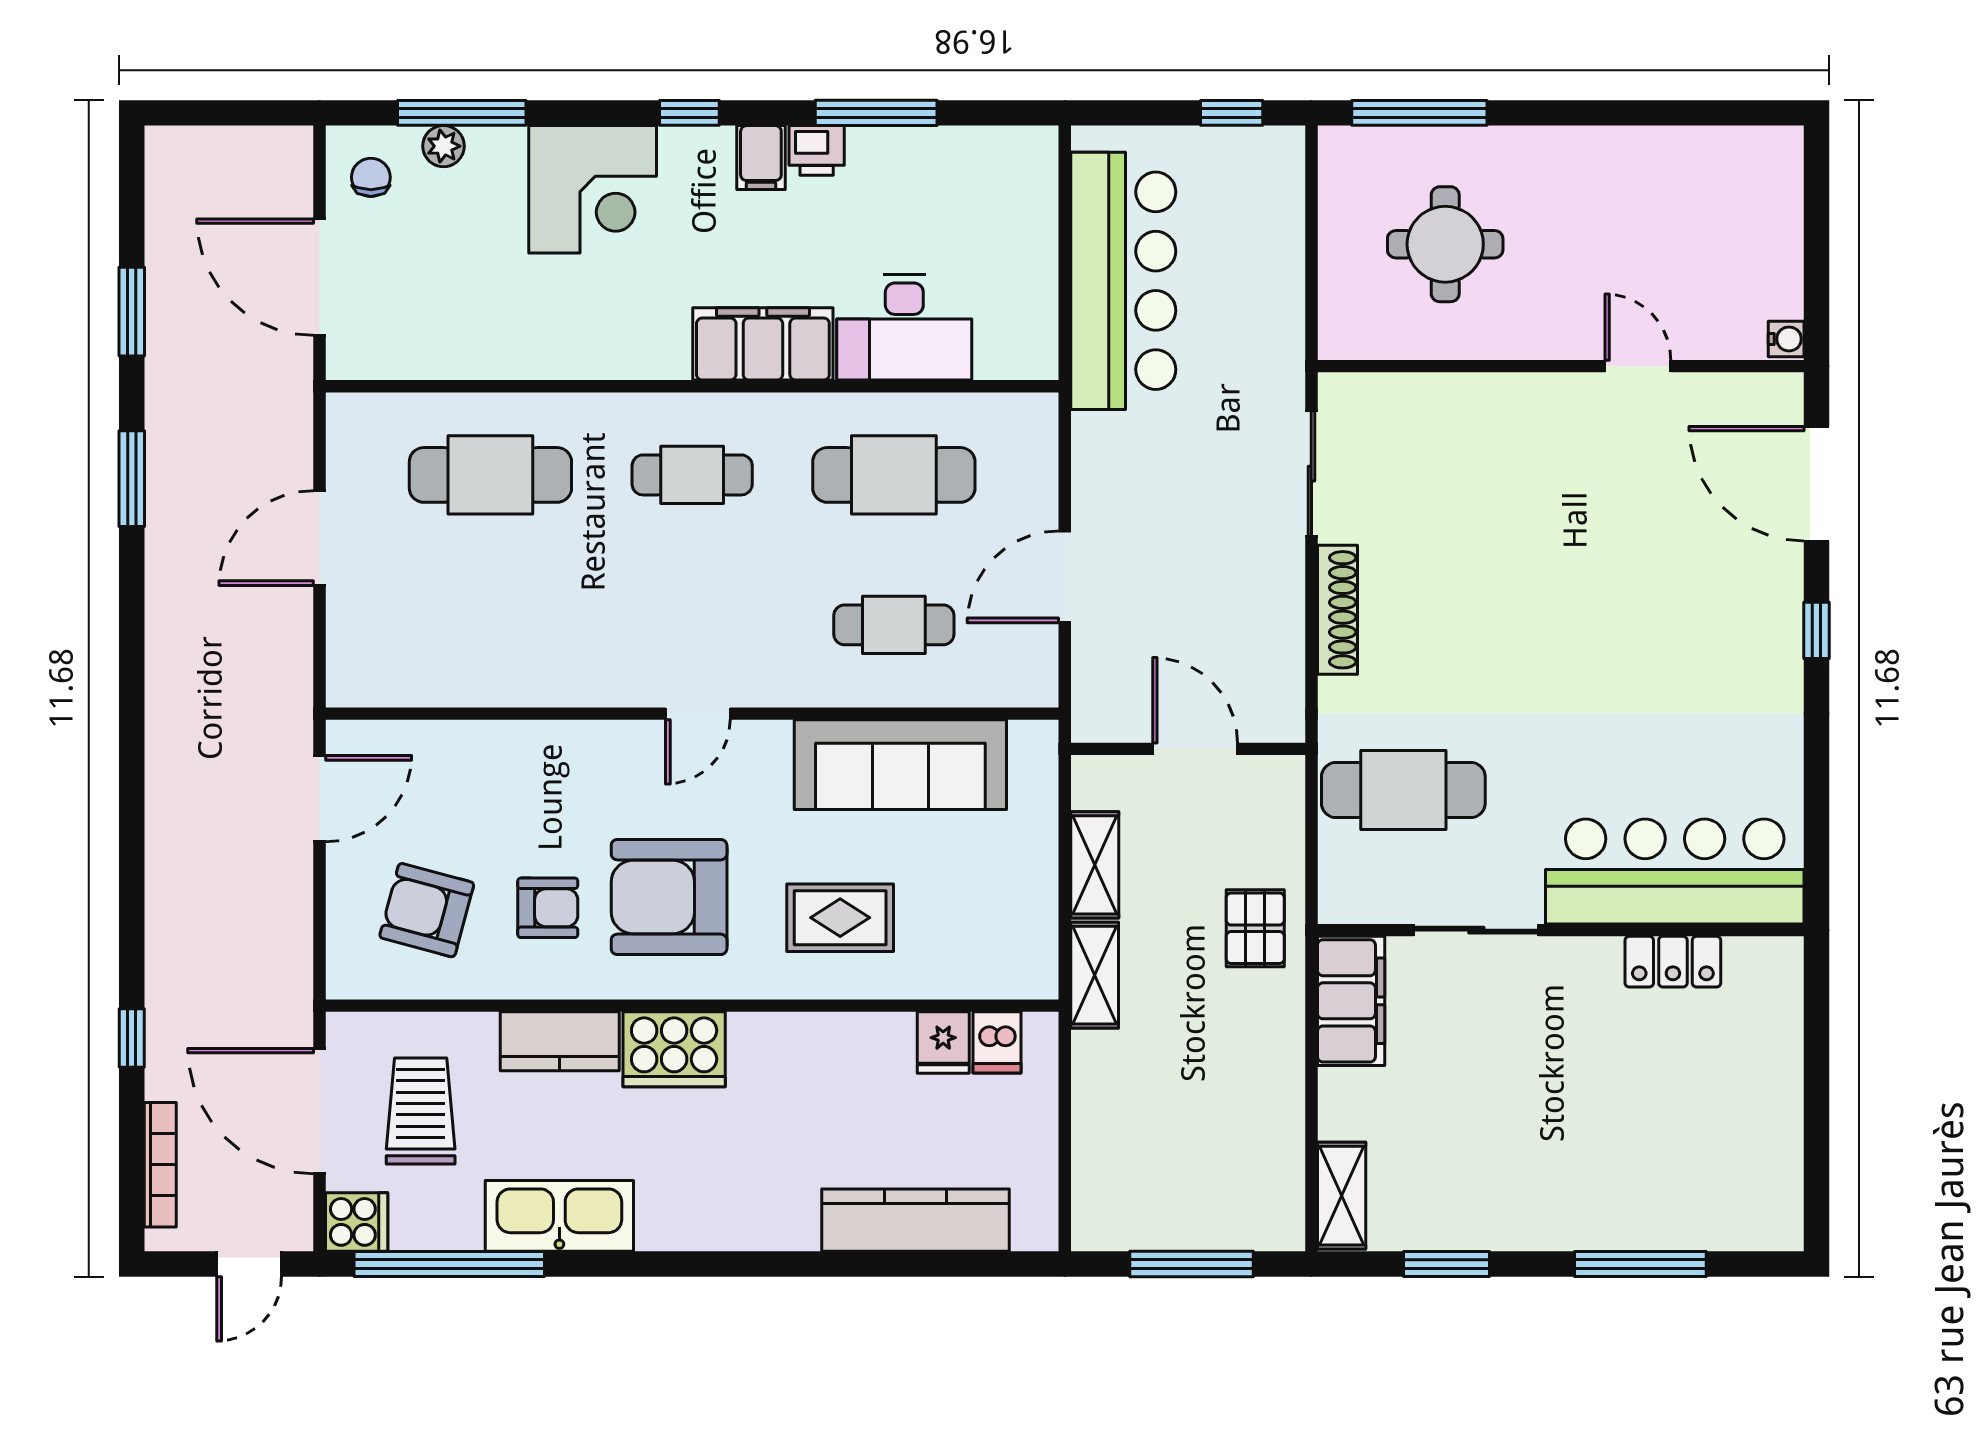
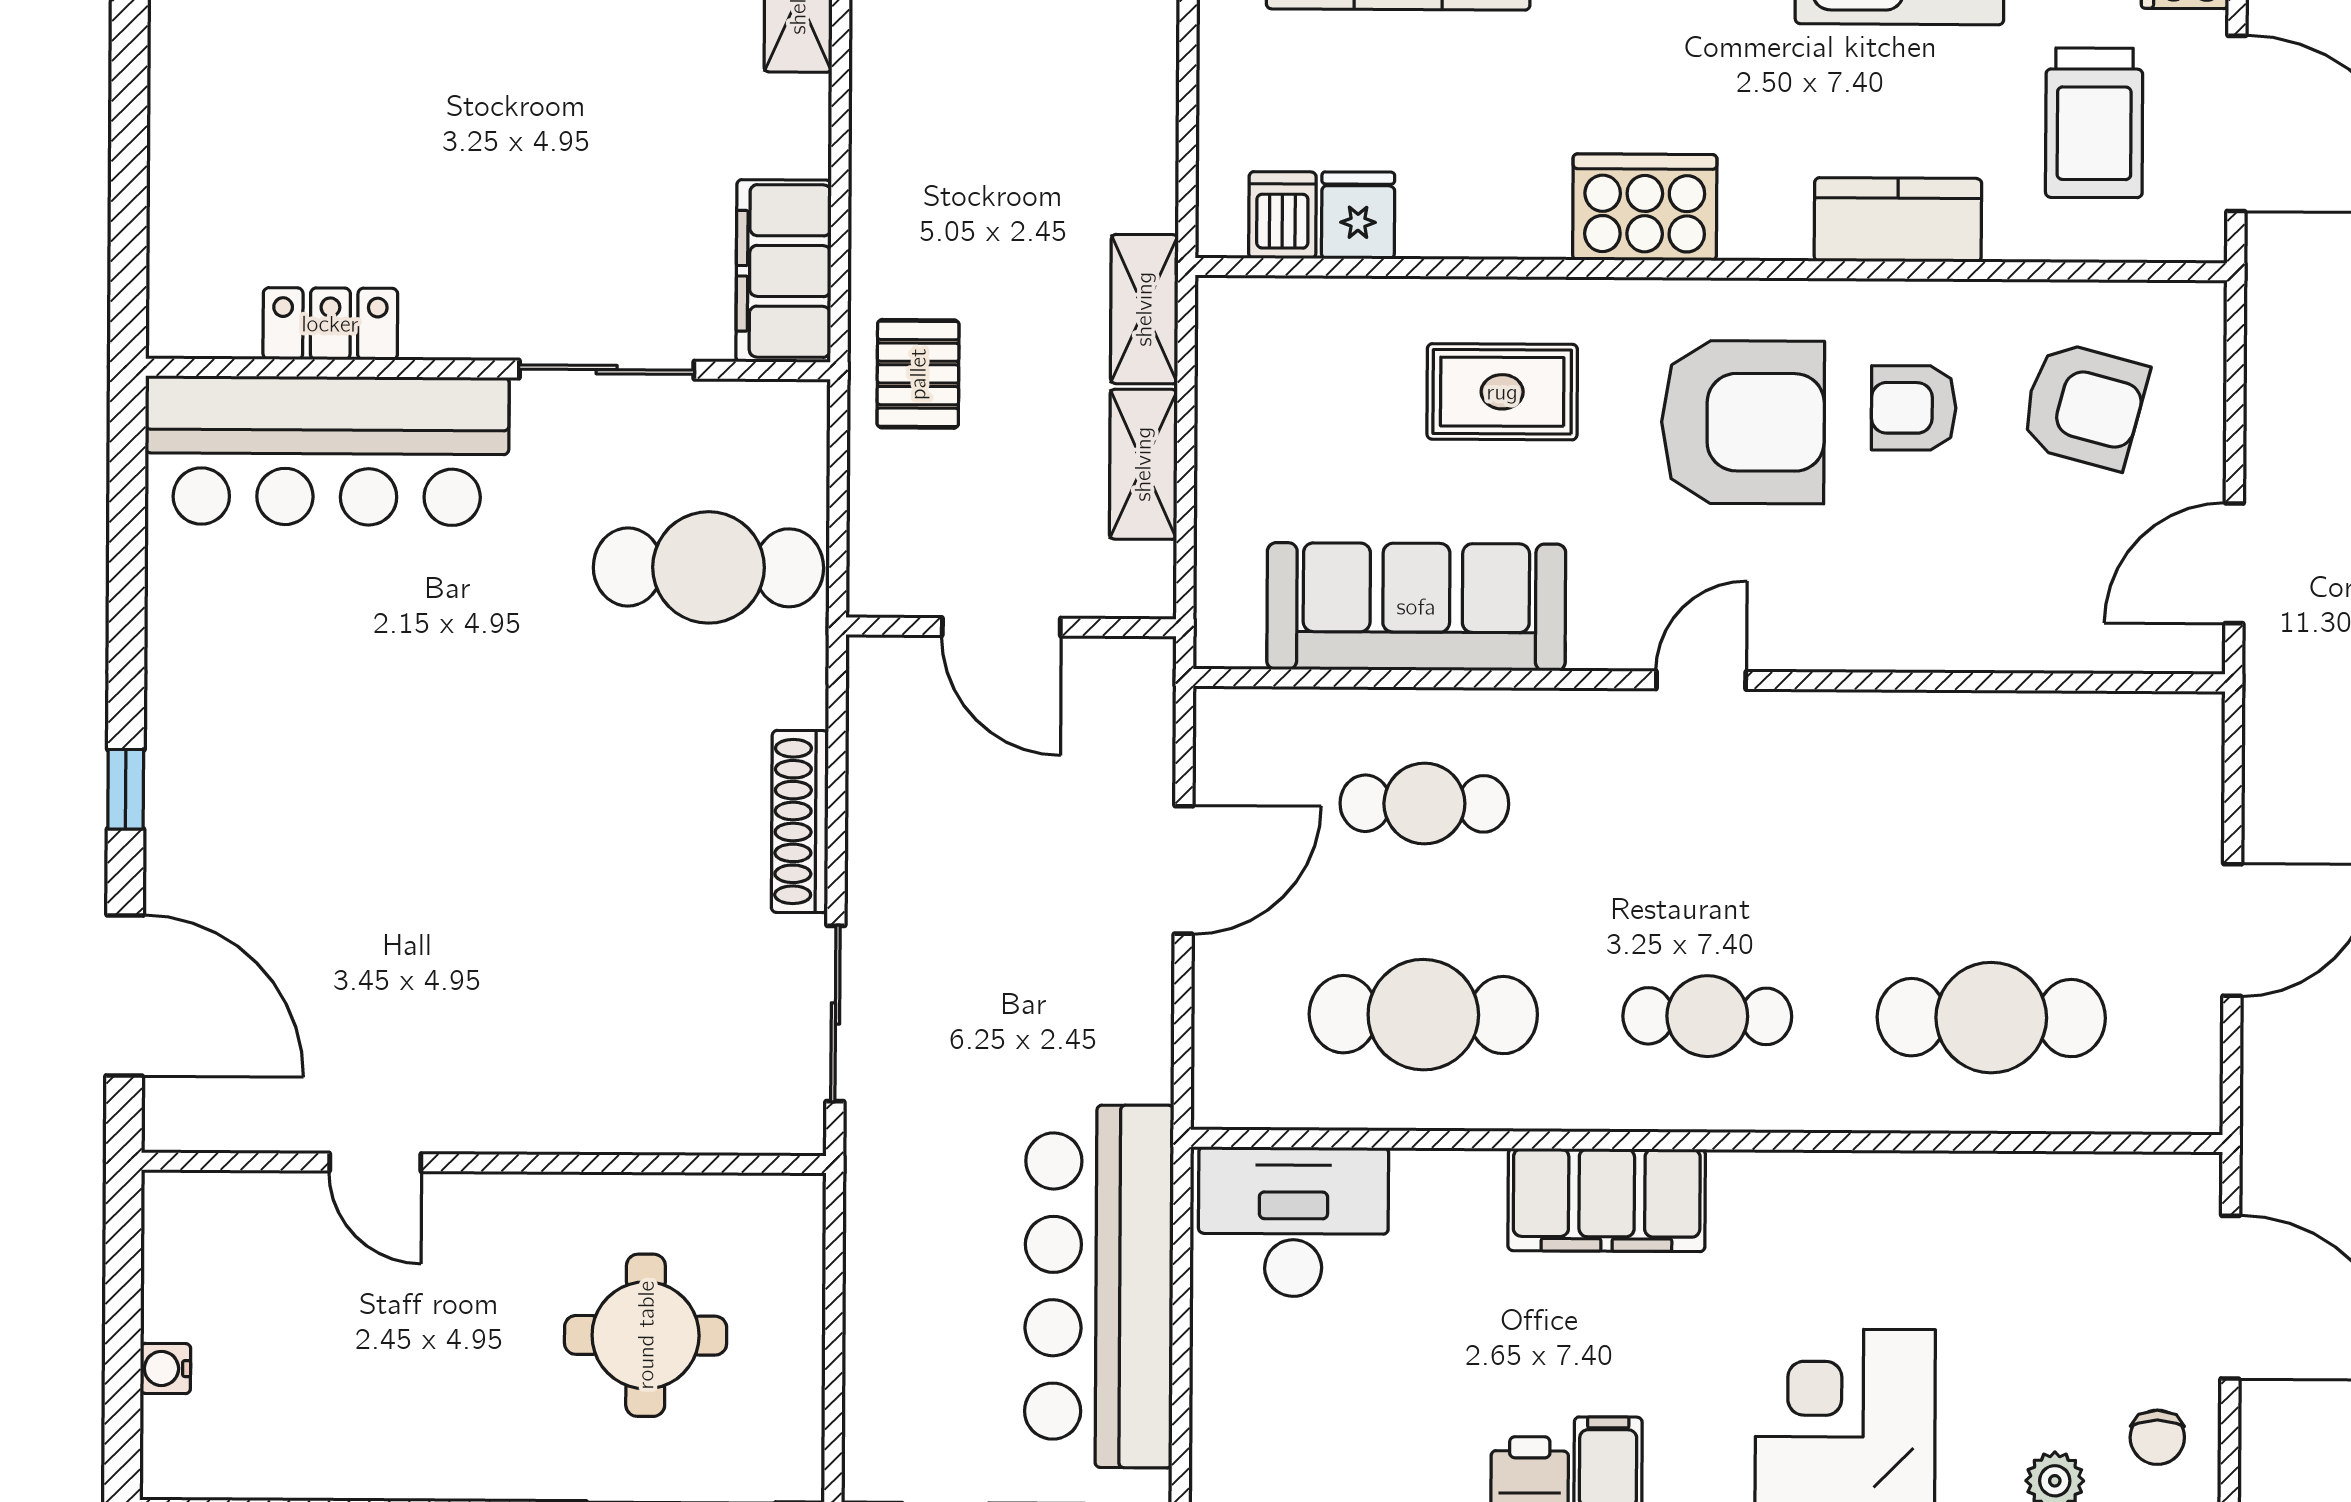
desk: (904, 327) -> (1293, 1222), moved
water cooler: (1786, 339) -> (165, 1368), moved
cooker: (674, 1049) -> (1645, 207), moved

